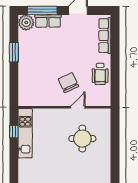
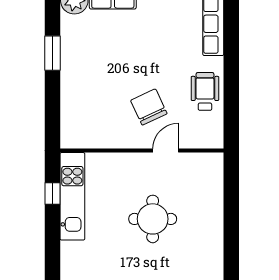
wheelchair: (100, 74) -> (205, 91), turned 180
round table: (82, 139) -> (153, 219), moved

